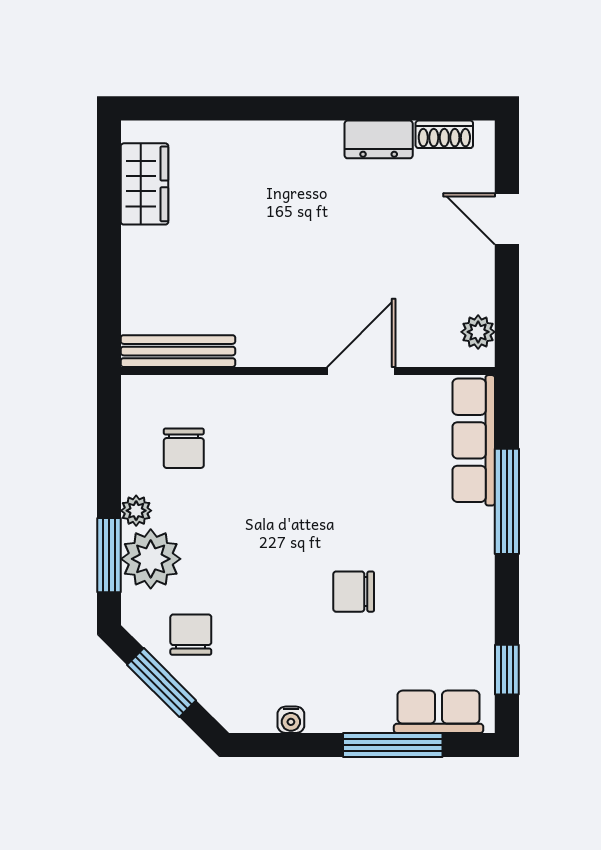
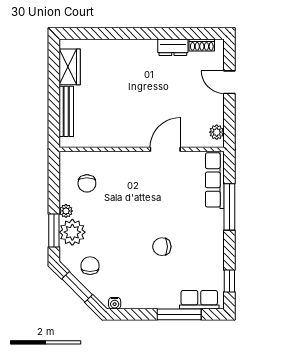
bench: (178, 351) -> (66, 111), moved, turned 90
water cooler: (291, 720) -> (115, 303), moved

